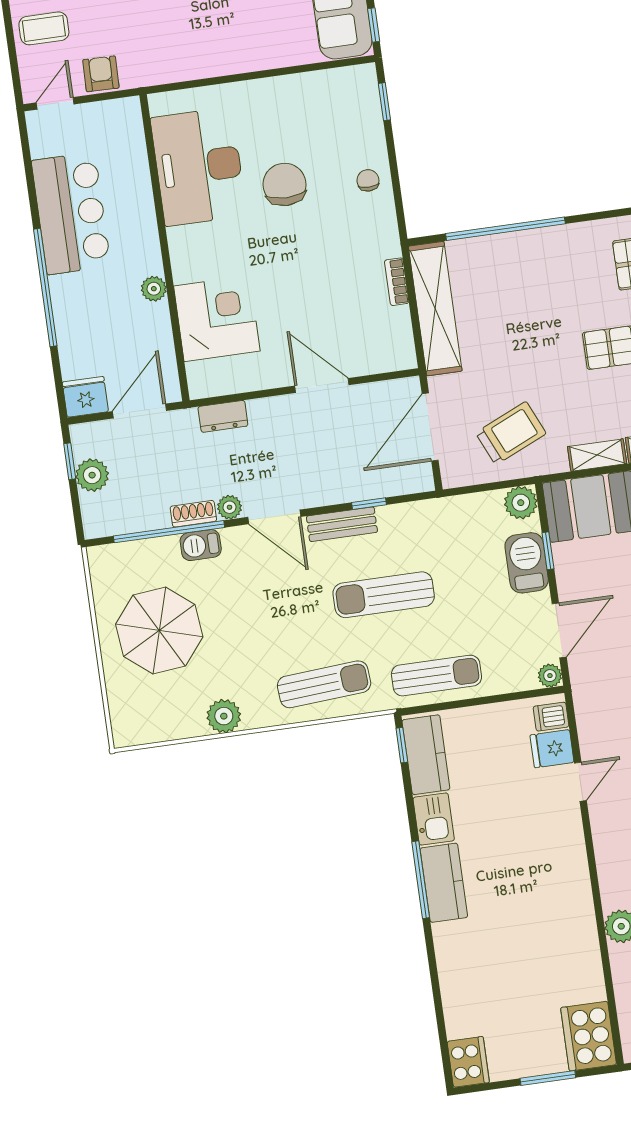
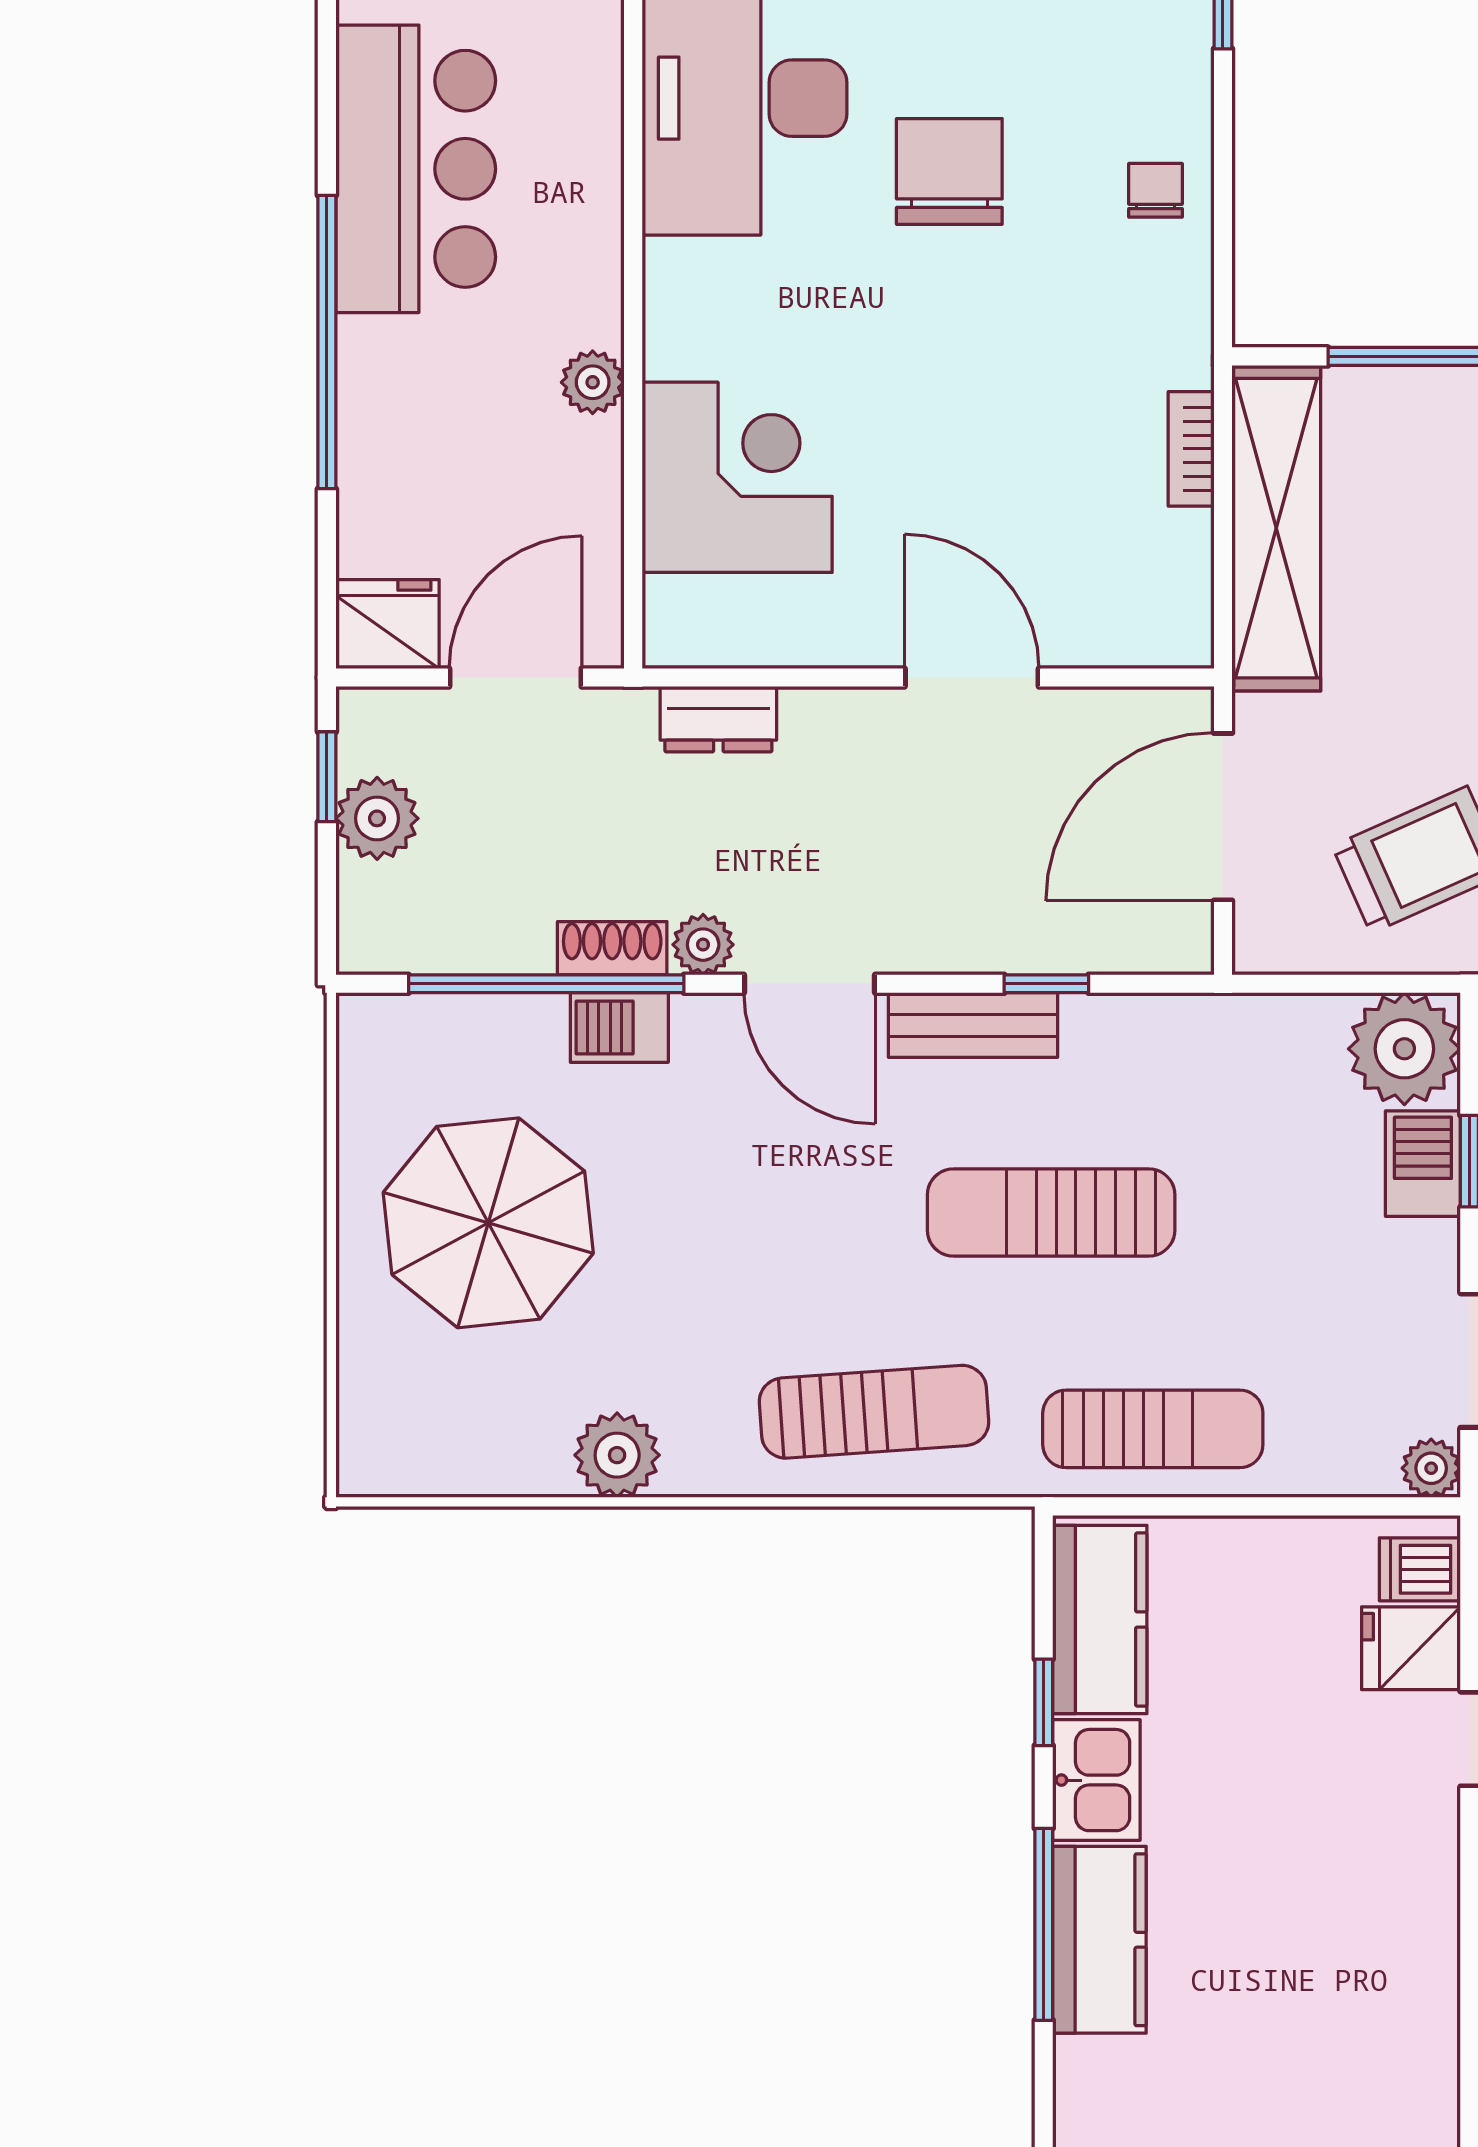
plant: (521, 503) -> (1404, 1049), width x1.36, depth x1.36
barbecue: (527, 563) -> (1423, 1164), width x0.73, depth x0.79
window: (402, 745) -> (1044, 1702), moved

